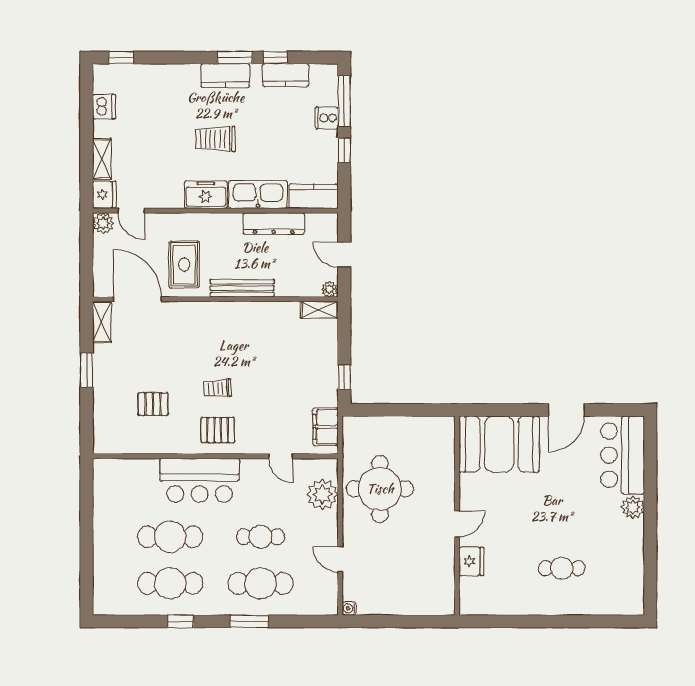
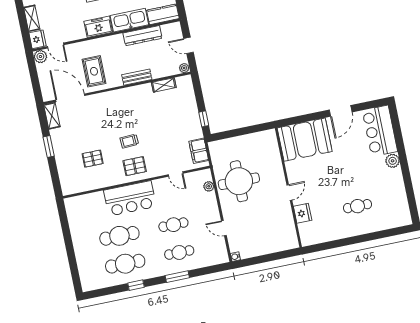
bench: (242, 288) -> (137, 77), width x0.73
shelving: (319, 310) -> (164, 85), moved
plant: (323, 494) -> (209, 186), width x0.53, depth x0.53
cafe table: (261, 583) -> (179, 252), width x0.73, depth x0.74

